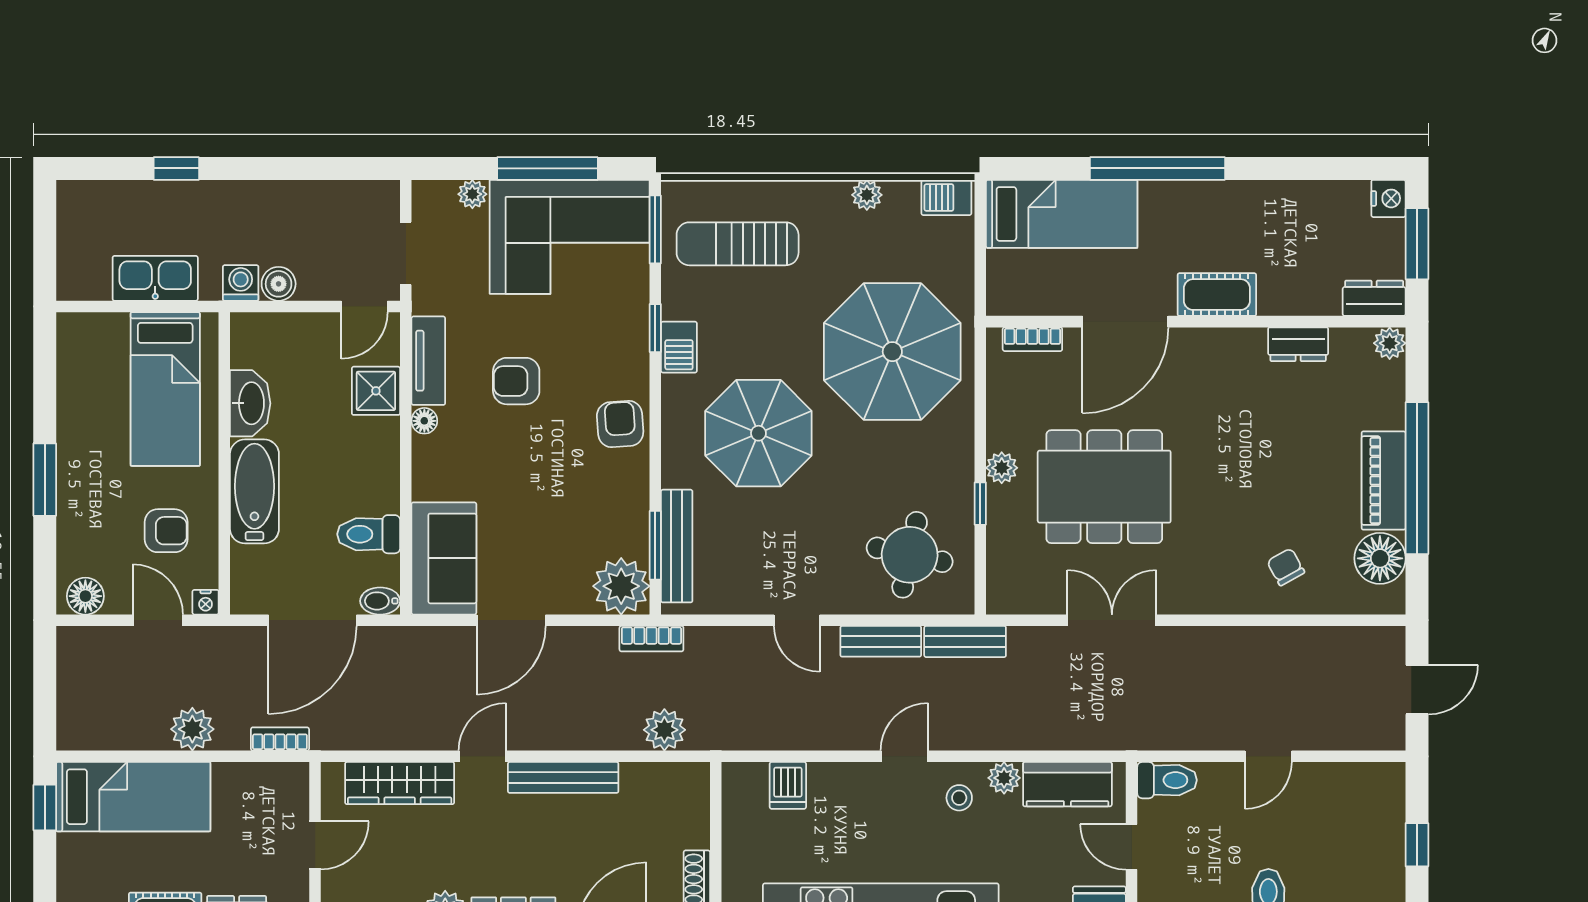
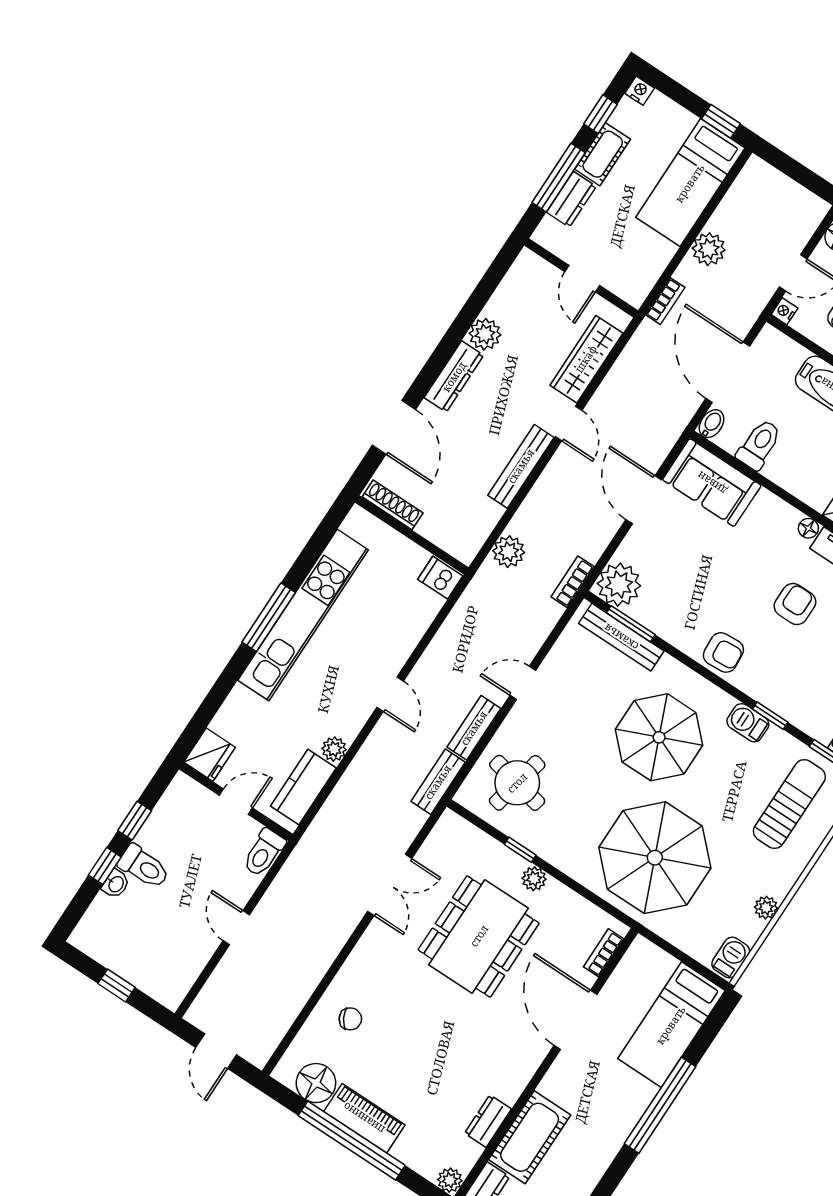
cot: (1217, 295) -> (530, 1137), moved, width x1.37, depth x1.34
dishwasher: (788, 785) -> (440, 578), moved
stool: (959, 798) -> (340, 712), removed

